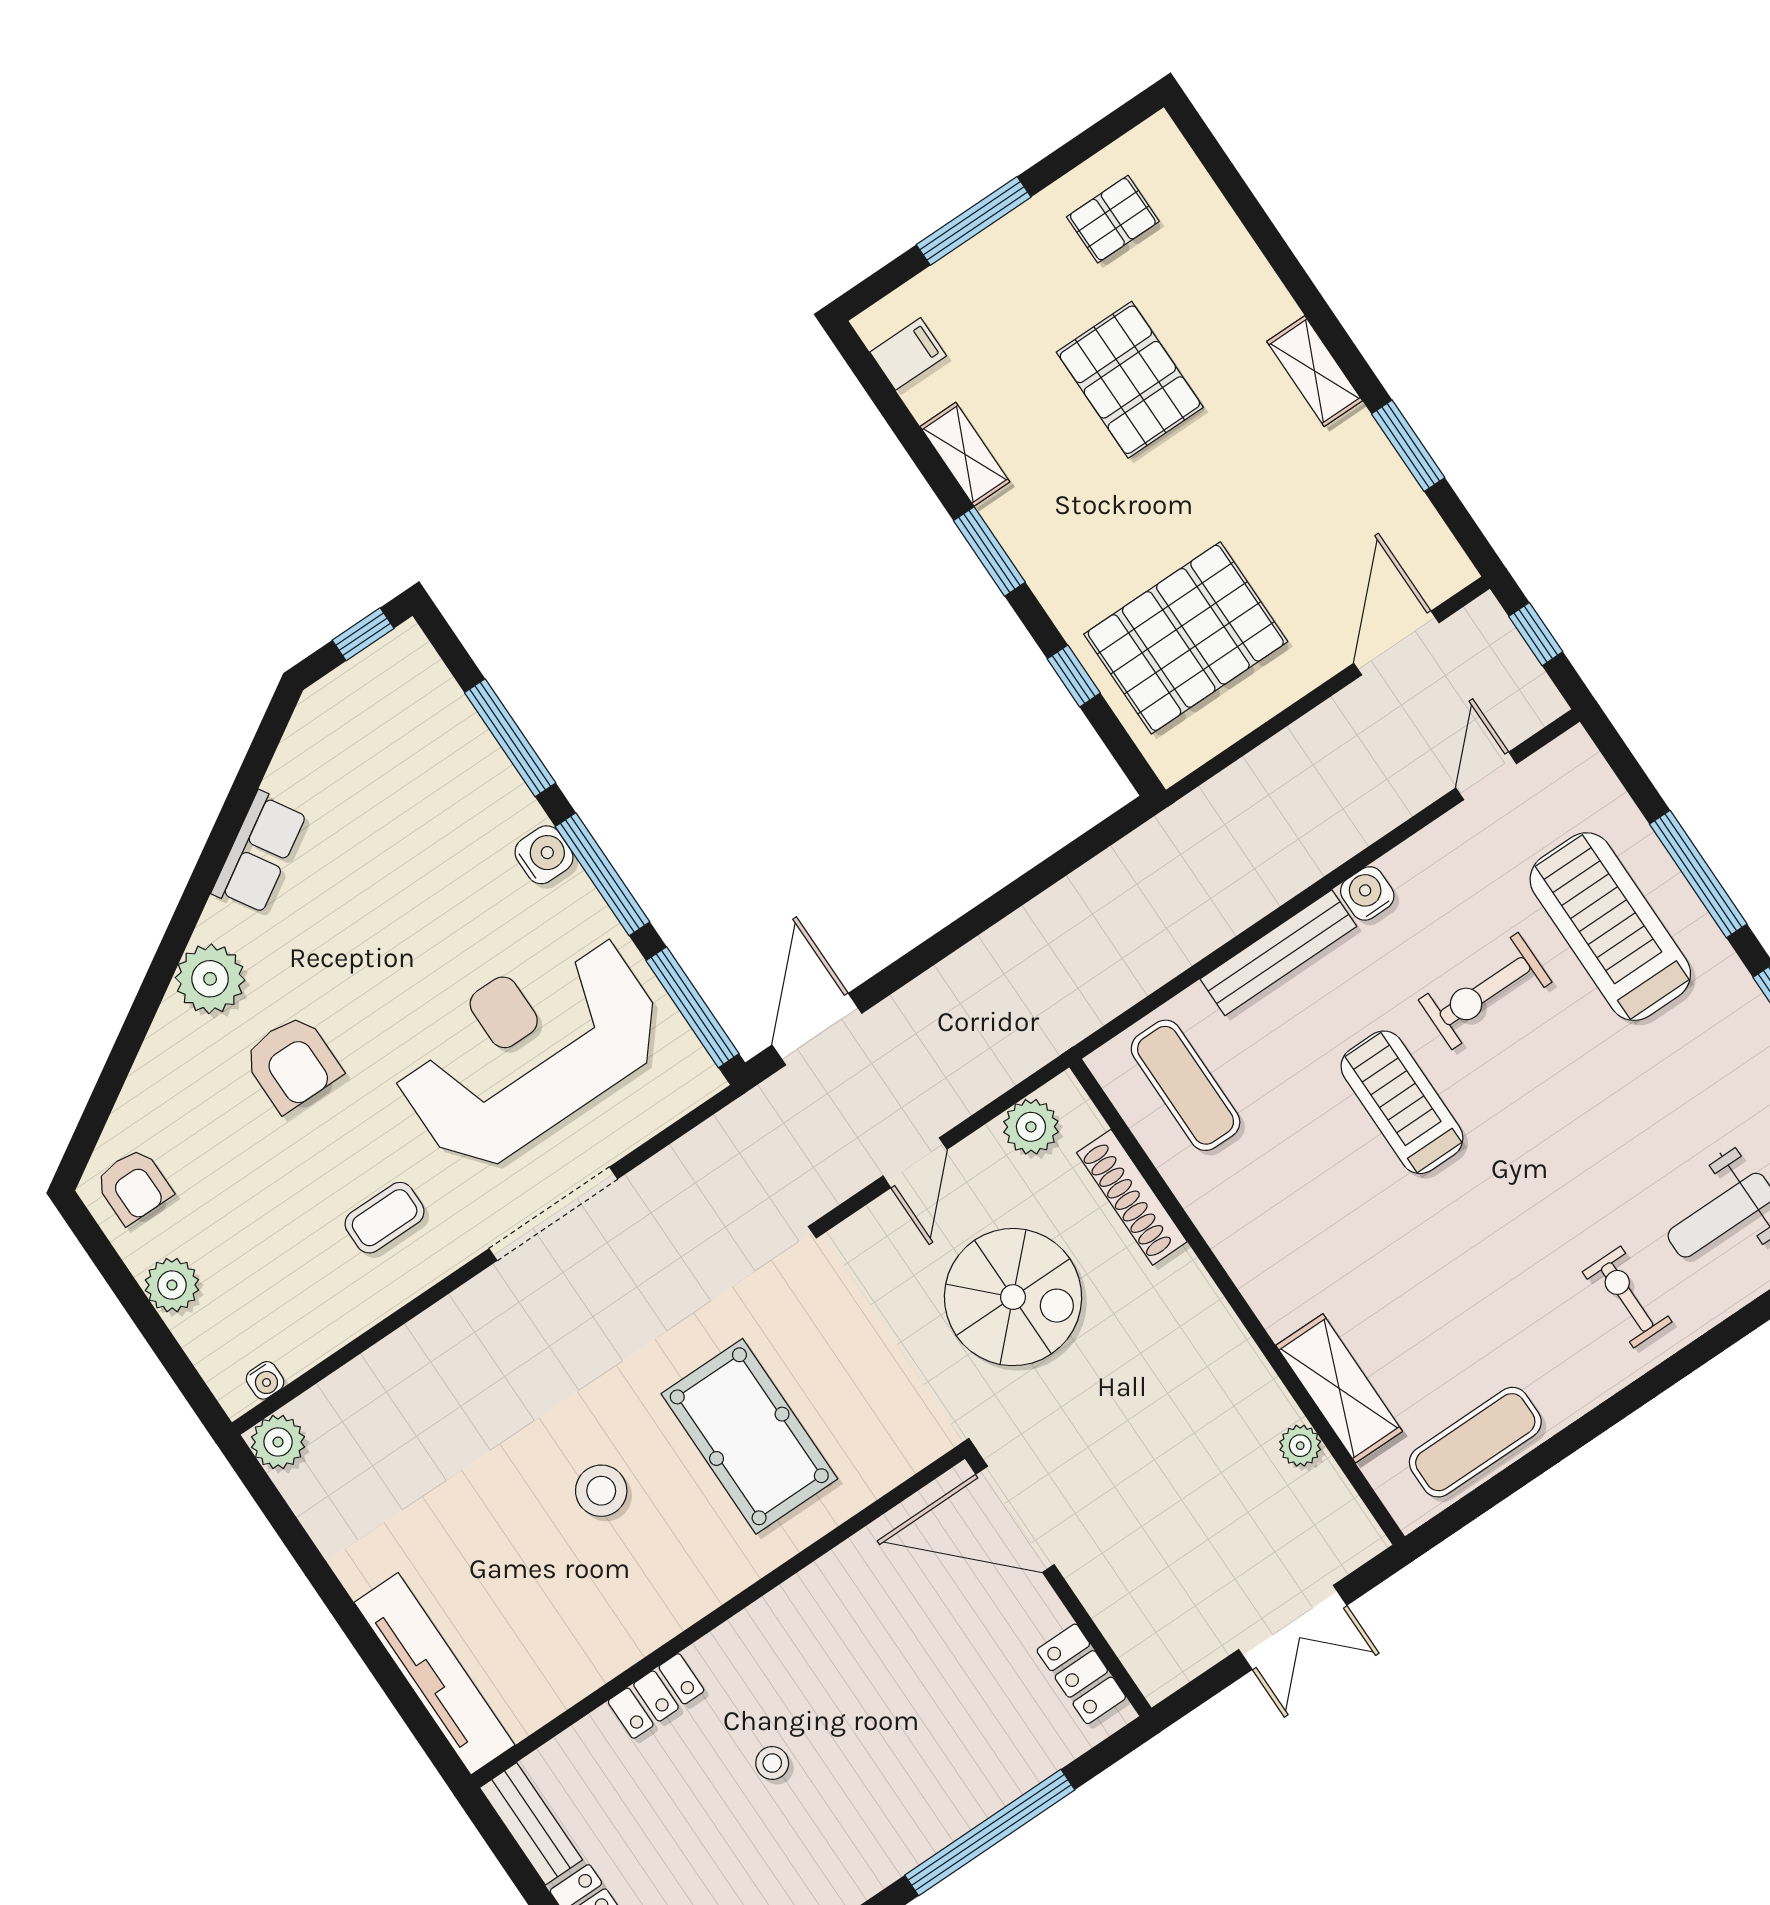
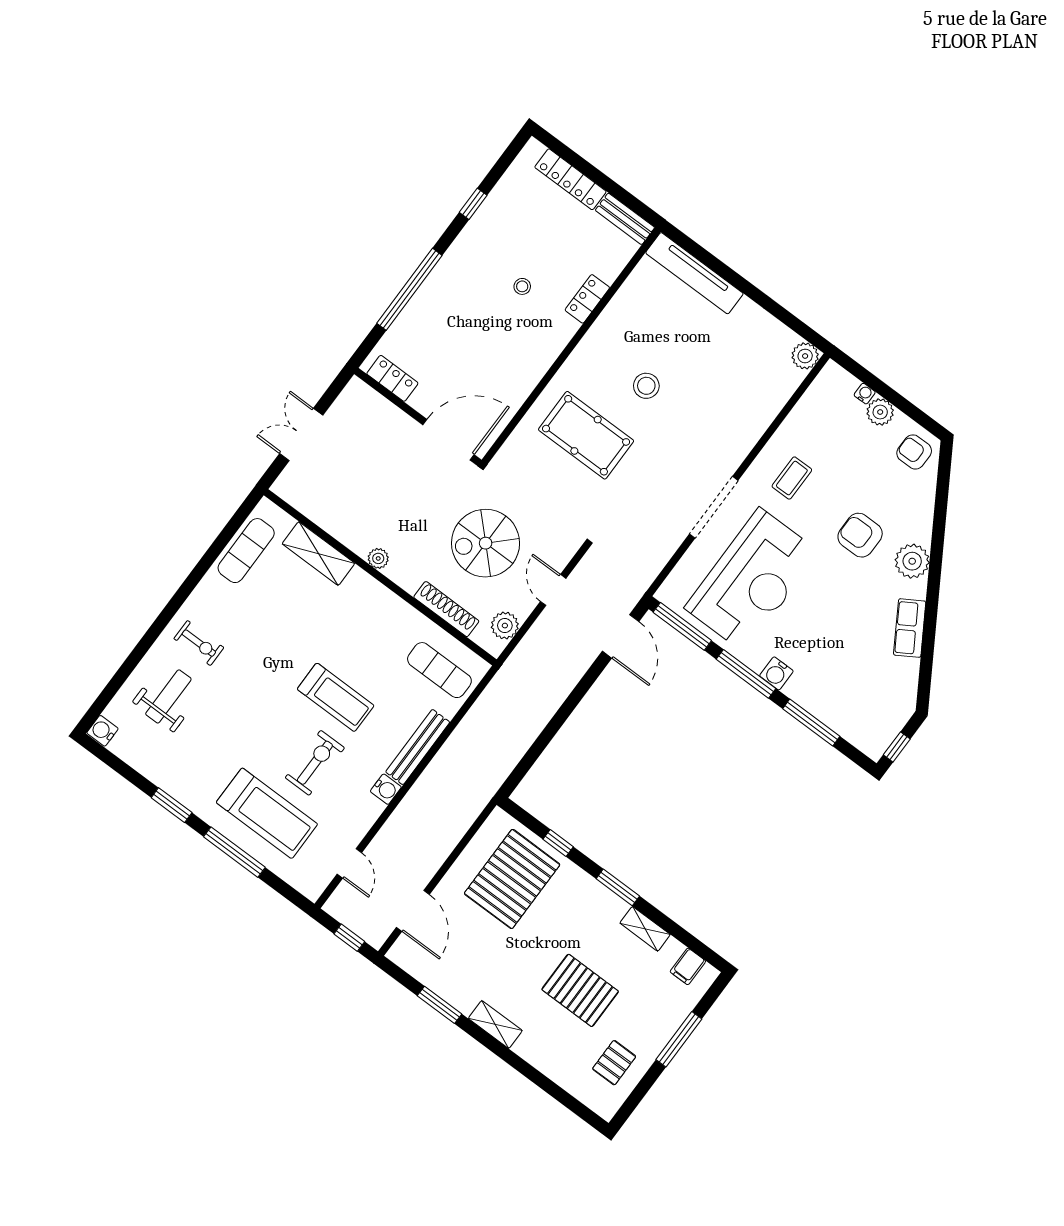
water cooler: (265, 1380) -> (865, 394), moved, turned 90
plant: (1300, 1446) -> (378, 558), moved

